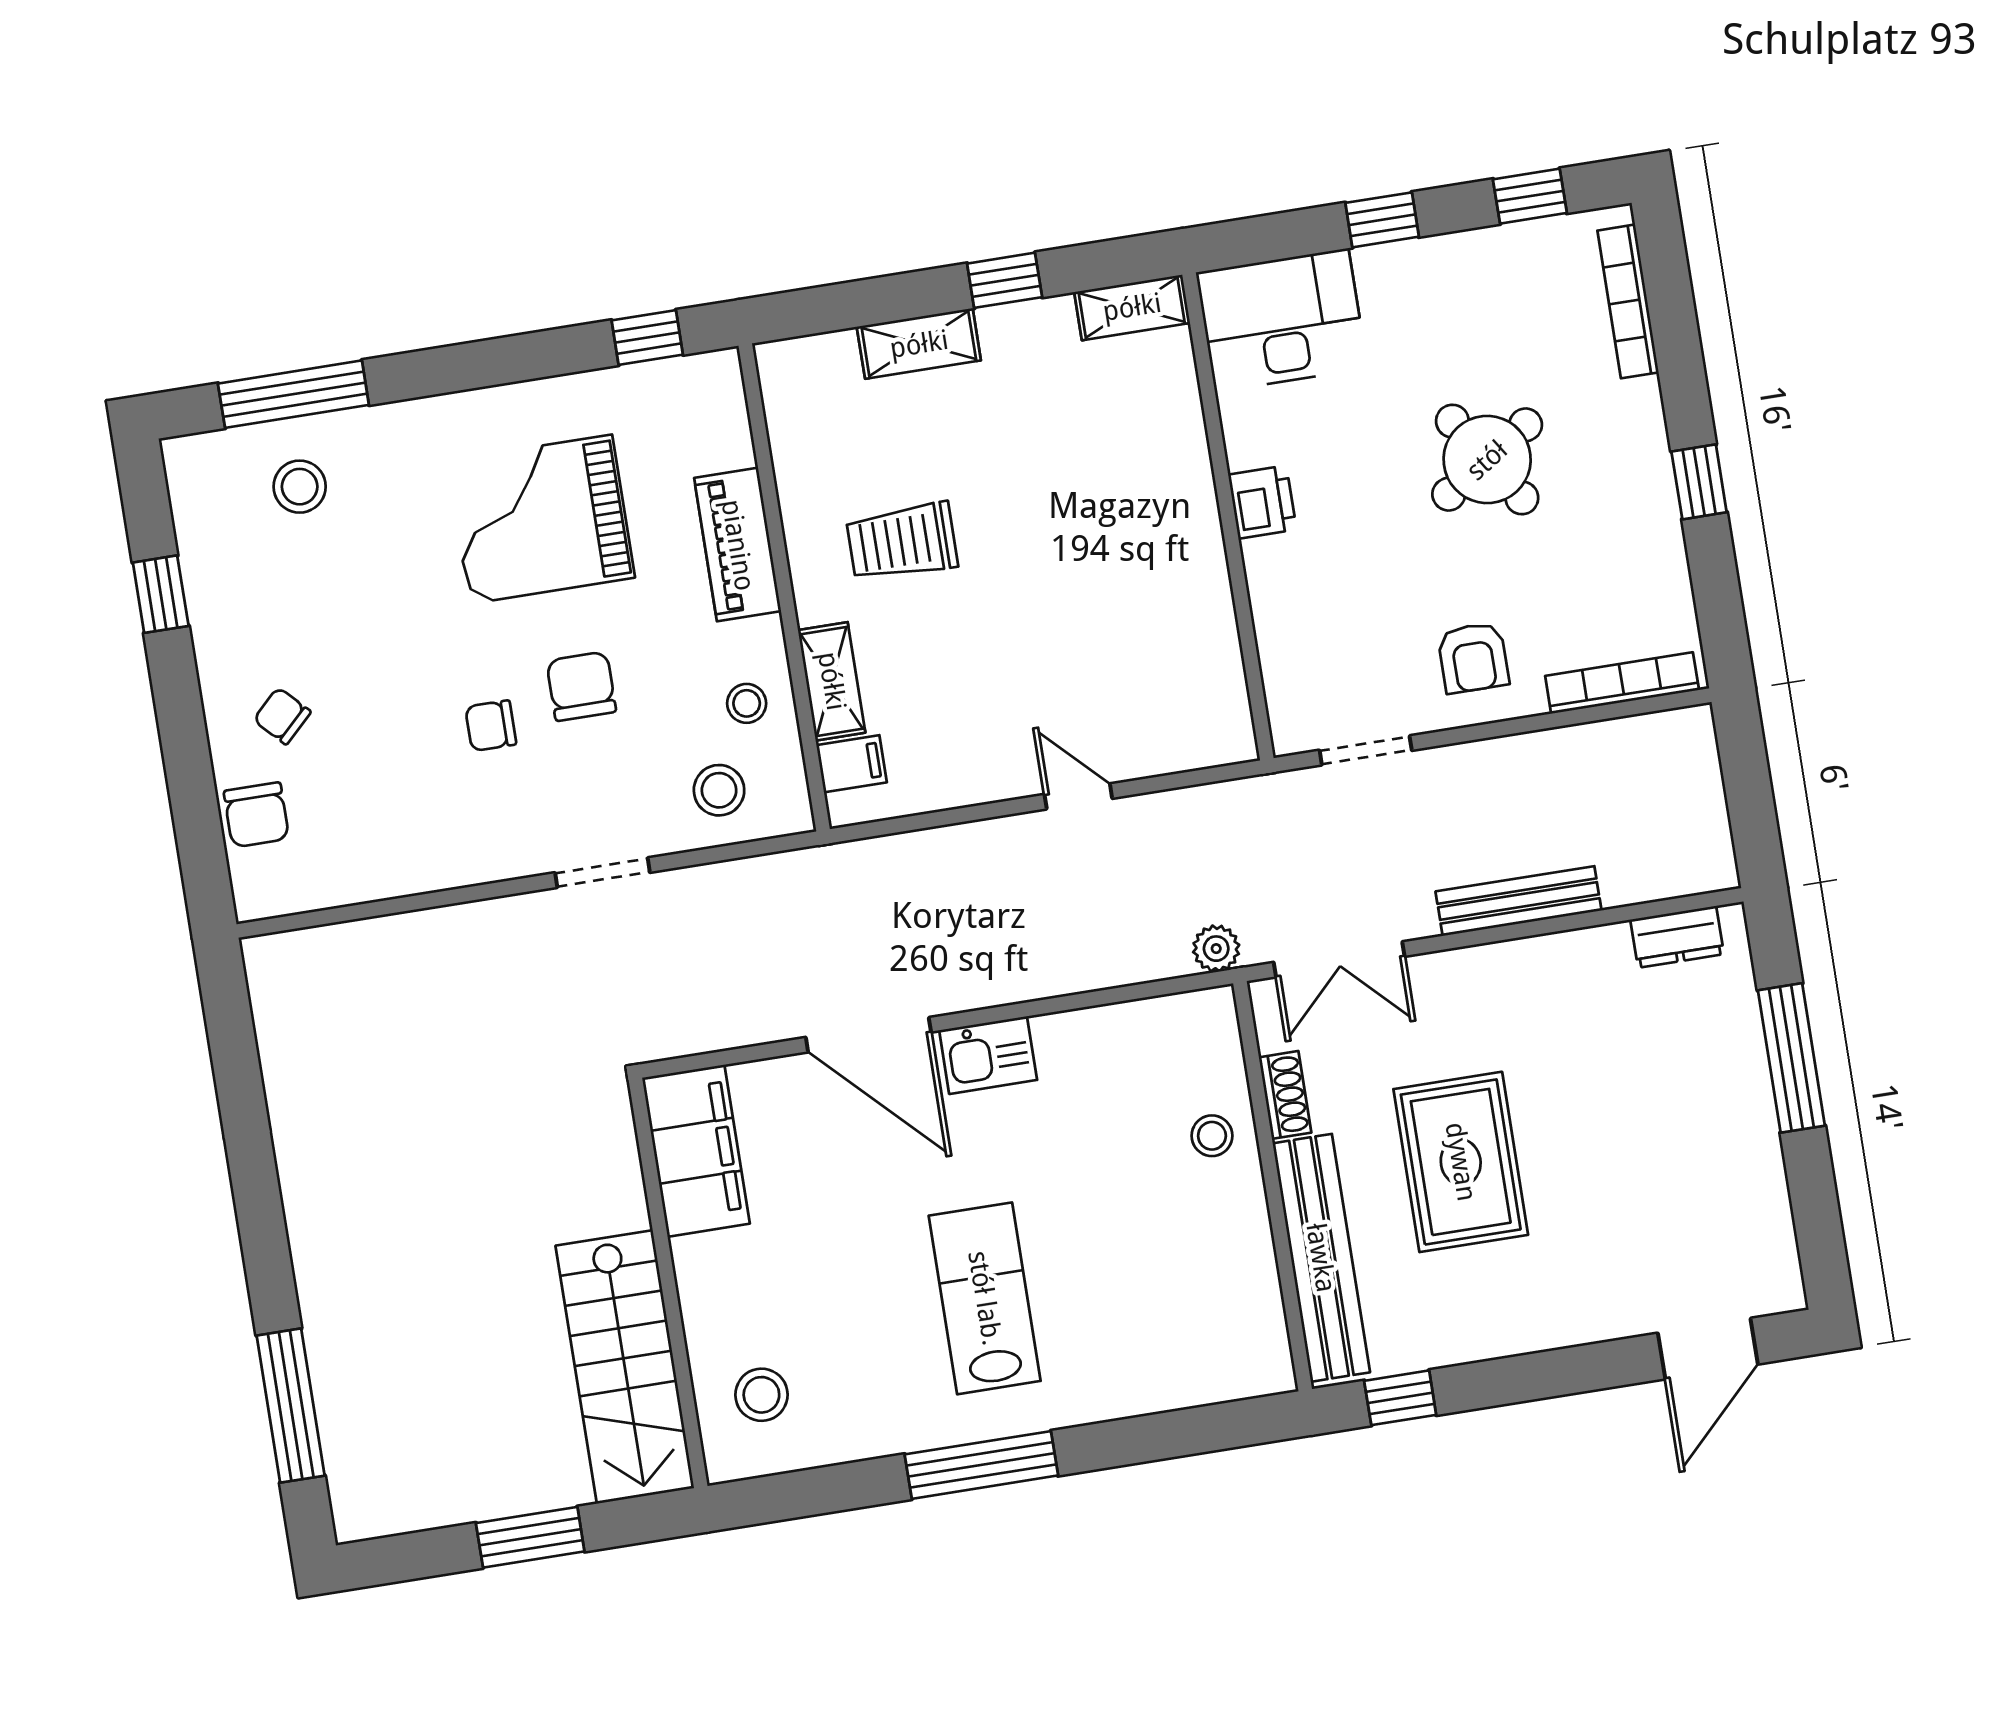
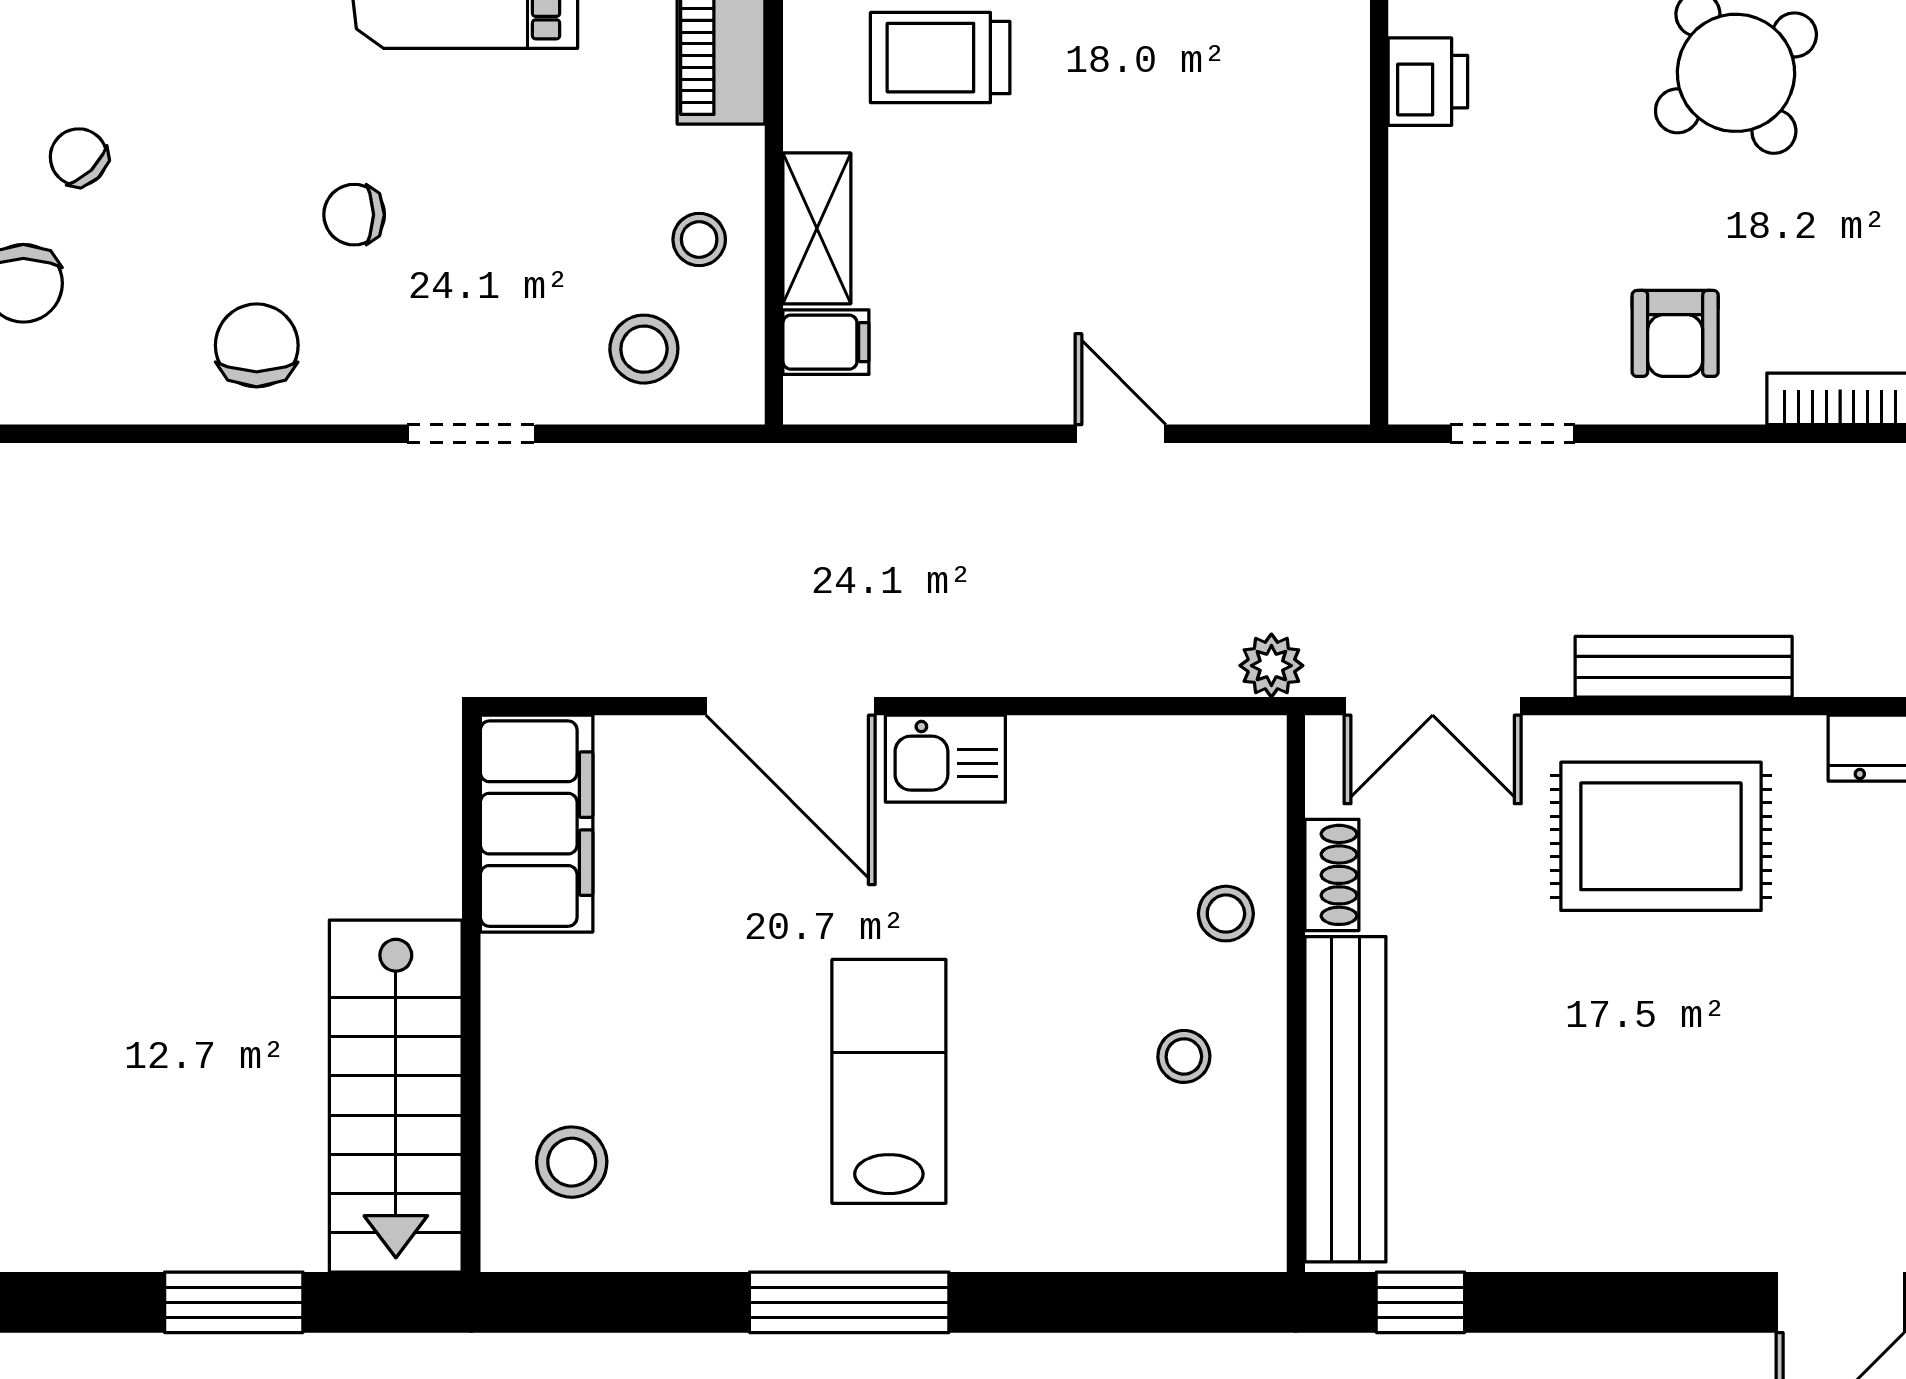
chair: (581, 686) -> (257, 345), moved
rug: (1461, 1162) -> (1661, 836), moved, turned 90
stool: (1198, 1245) -> (1184, 1056), added

